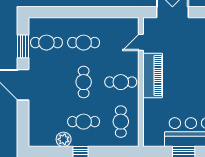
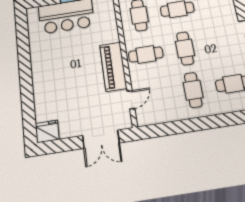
cafe table: (84, 43) -> (193, 90), turned 90

